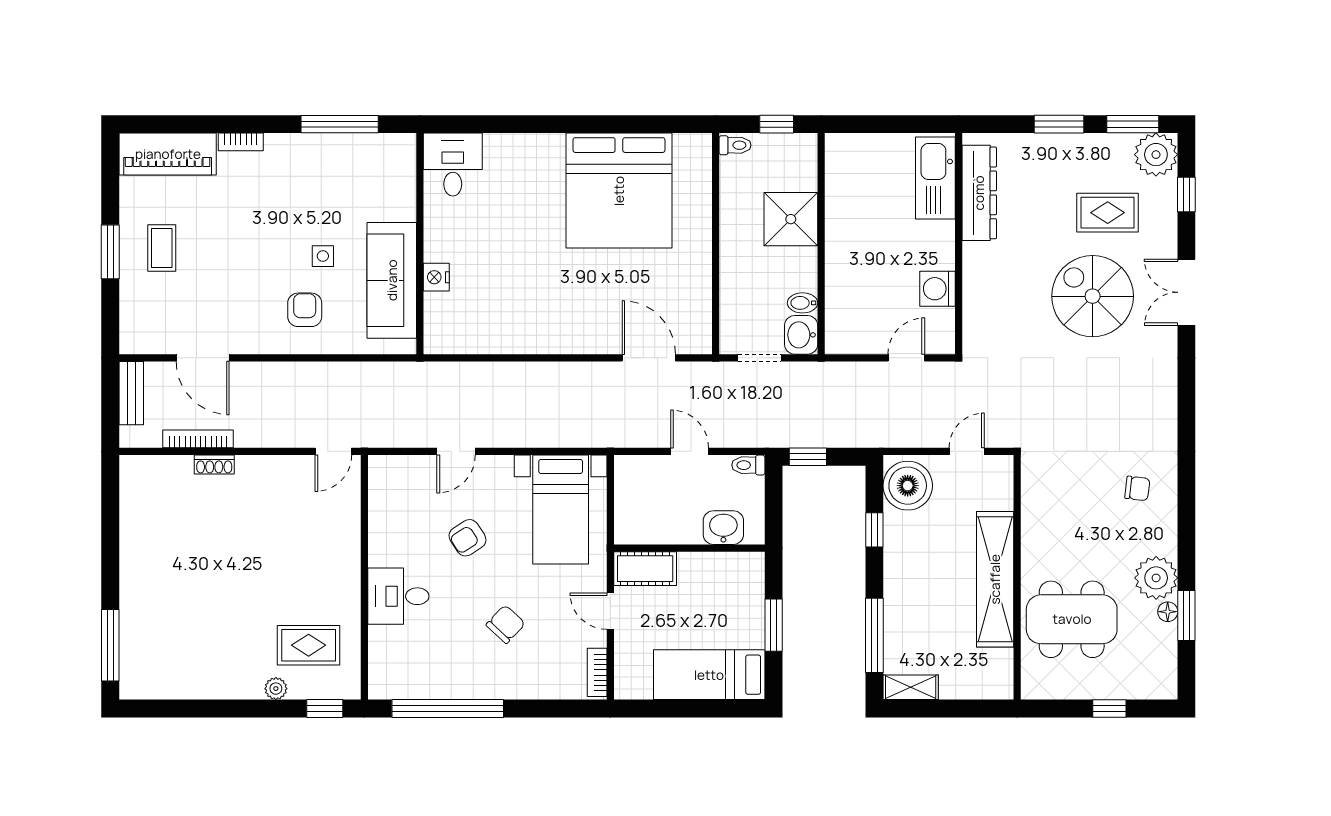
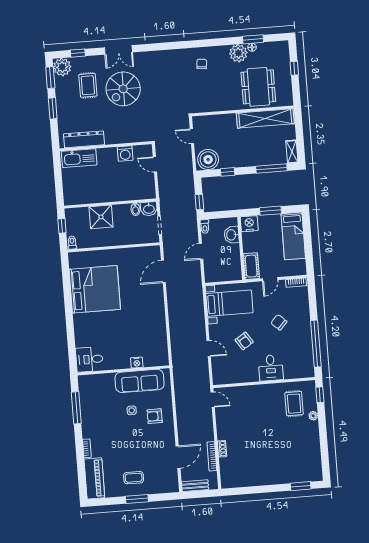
nightstand: (747, 572) -> (249, 224), added
shelving: (995, 579) -> (265, 118), moved
window: (110, 645) -> (301, 486), width x0.69

